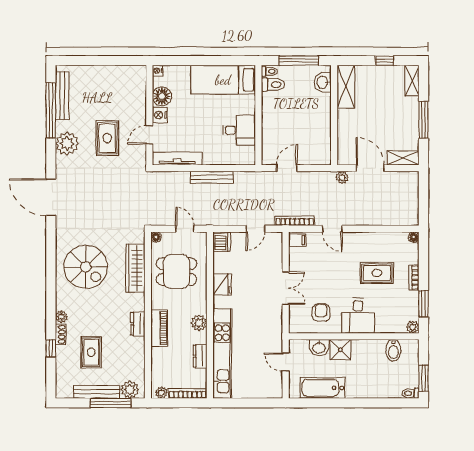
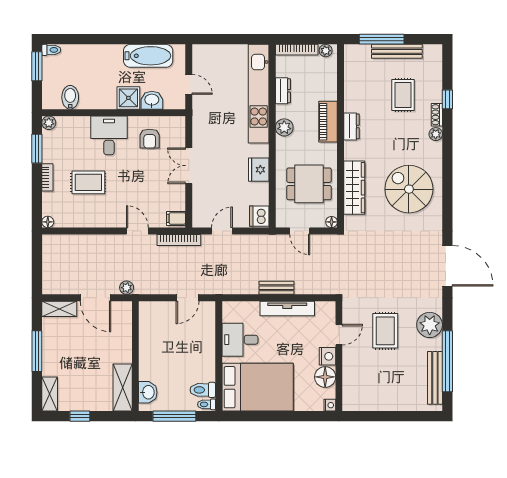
bed: (223, 80) -> (258, 387), width x1.50
tv unit: (177, 158) -> (287, 308), moved
bench: (212, 177) -> (276, 288), width x0.73
plant: (130, 390) -> (360, 54), removed

